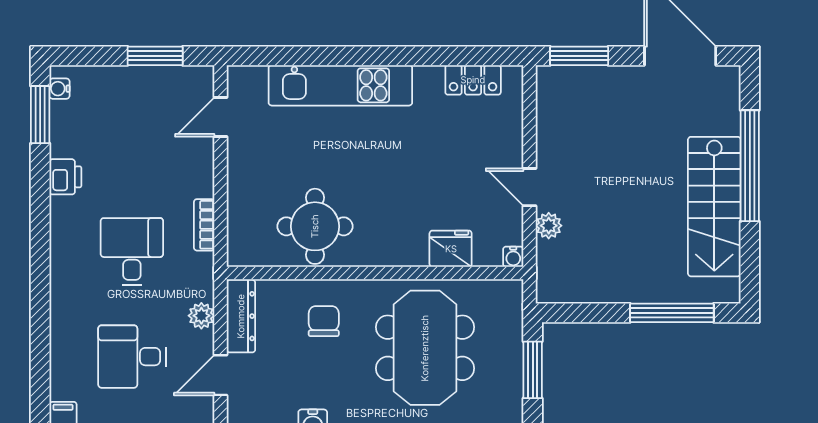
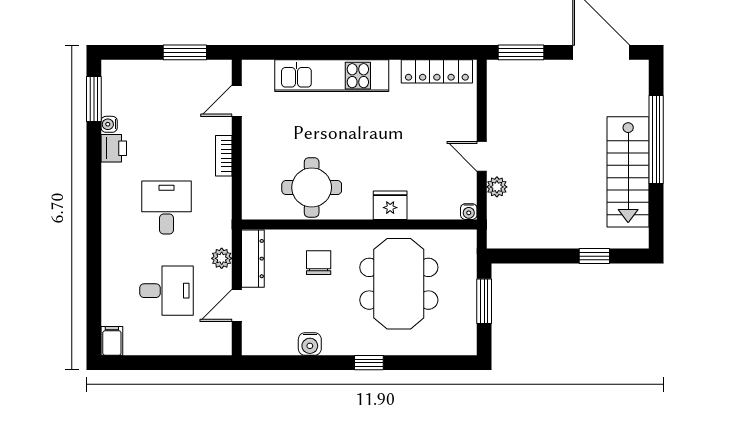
locker: (473, 80) -> (437, 71), width x1.53
water cooler: (59, 89) -> (109, 124), moved
bookcase: (204, 225) -> (224, 156), moved
fridge: (451, 249) -> (390, 205), moved
window: (672, 313) -> (594, 256), width x0.46
desk: (132, 357) -> (167, 291), turned 180

